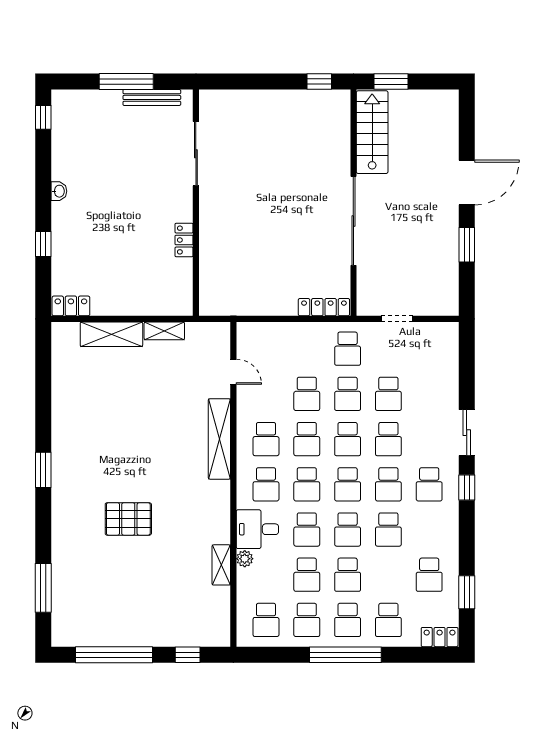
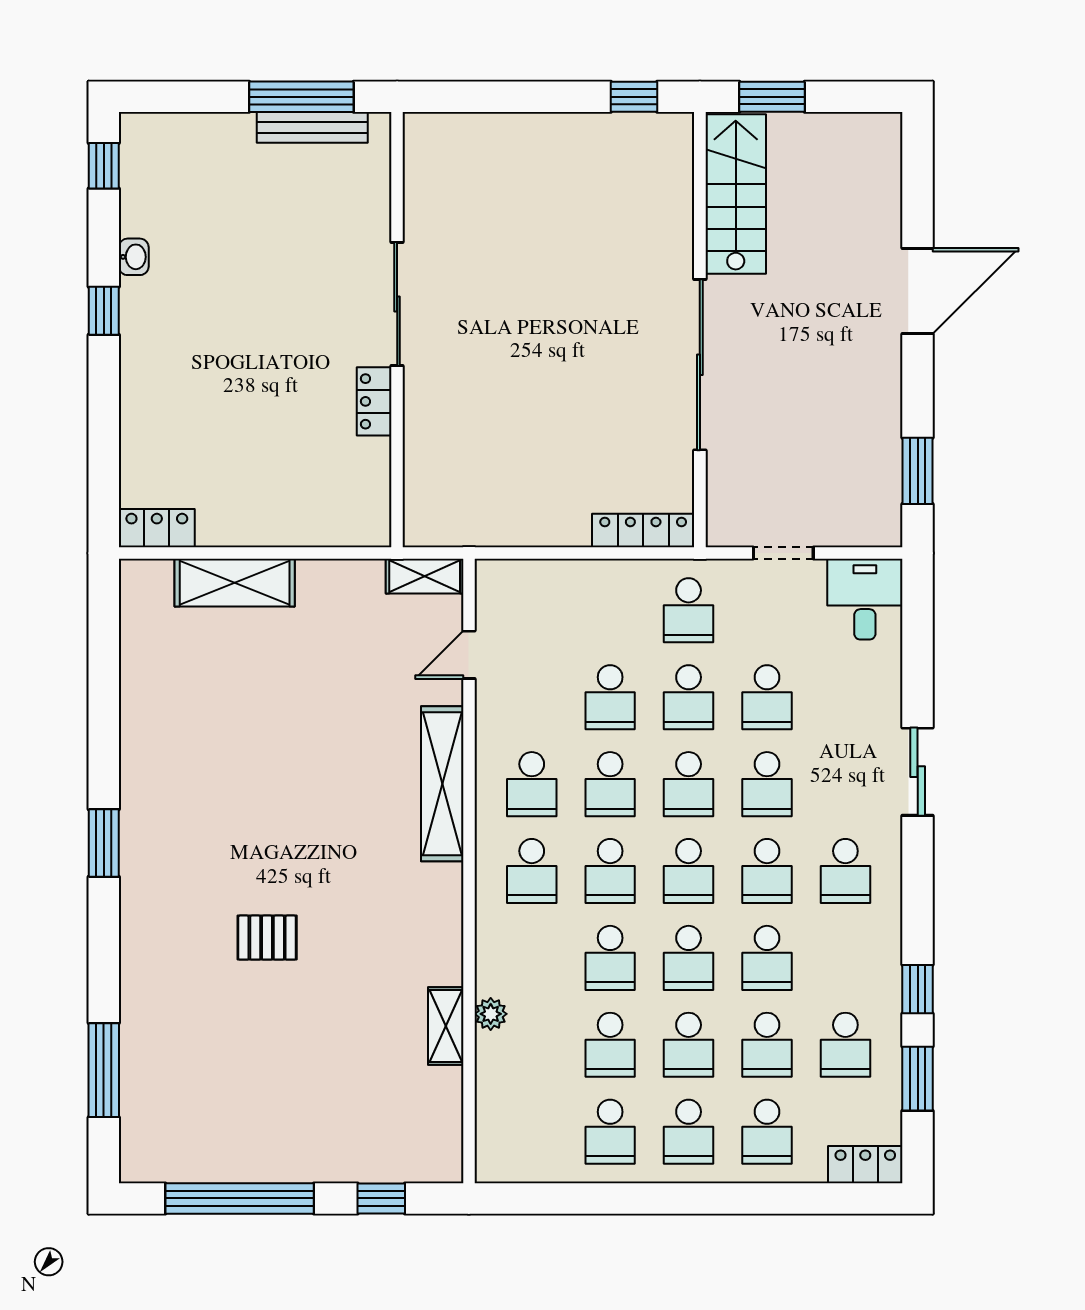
window: (126, 82) -> (301, 97), moved
sliding door: (196, 154) -> (397, 304), moved
washbasin: (59, 191) -> (134, 257), moved
window: (43, 244) -> (104, 311), moved
window: (467, 245) -> (918, 471), moved
shelving: (164, 331) -> (425, 576), moved
door: (233, 372) -> (469, 655), swing flipped
window: (467, 488) -> (918, 989), moved
pallet: (128, 519) -> (267, 938), width x0.67, depth x0.71
desk: (257, 529) -> (865, 599), moved, turned 90
school desk: (266, 620) -> (767, 1045), moved
window: (345, 655) -> (684, 1198), removed

